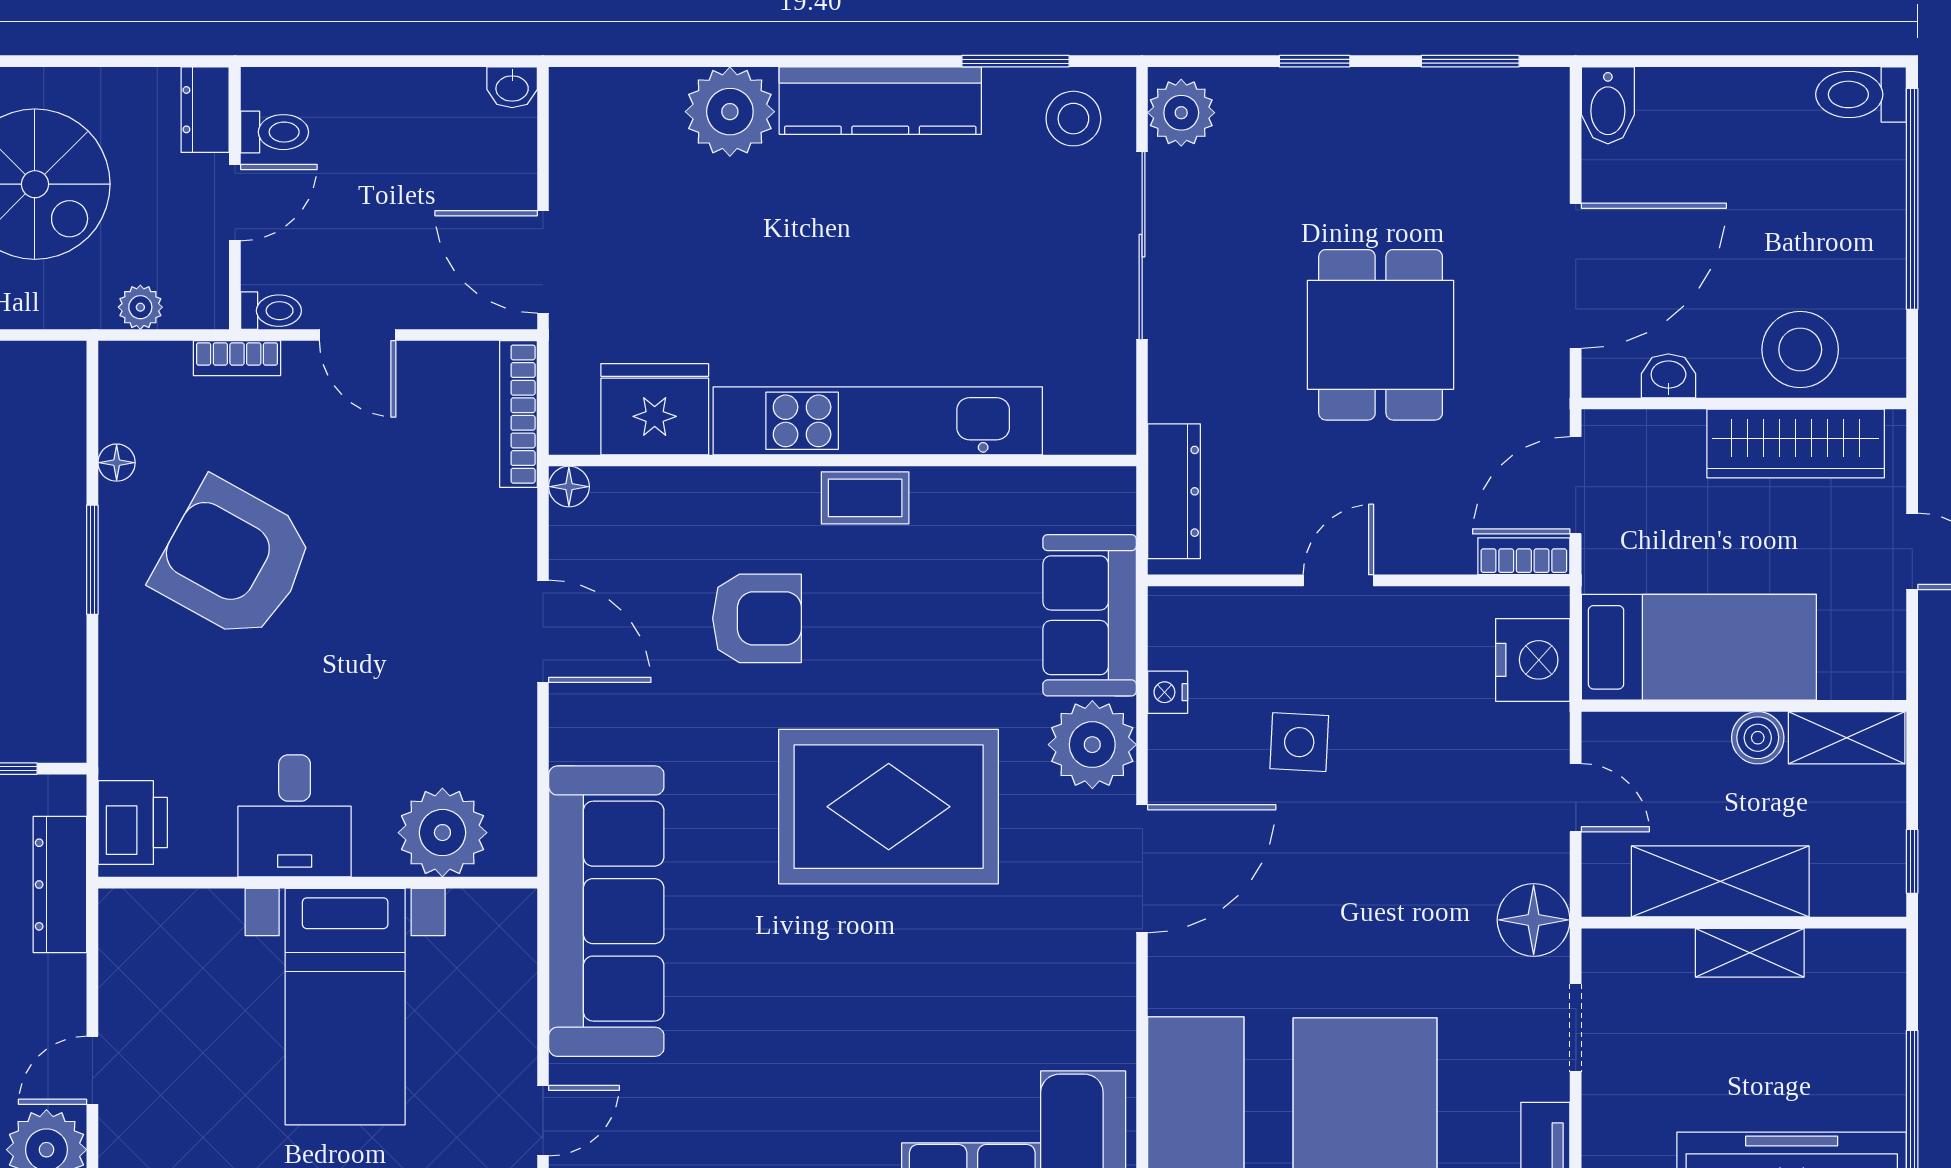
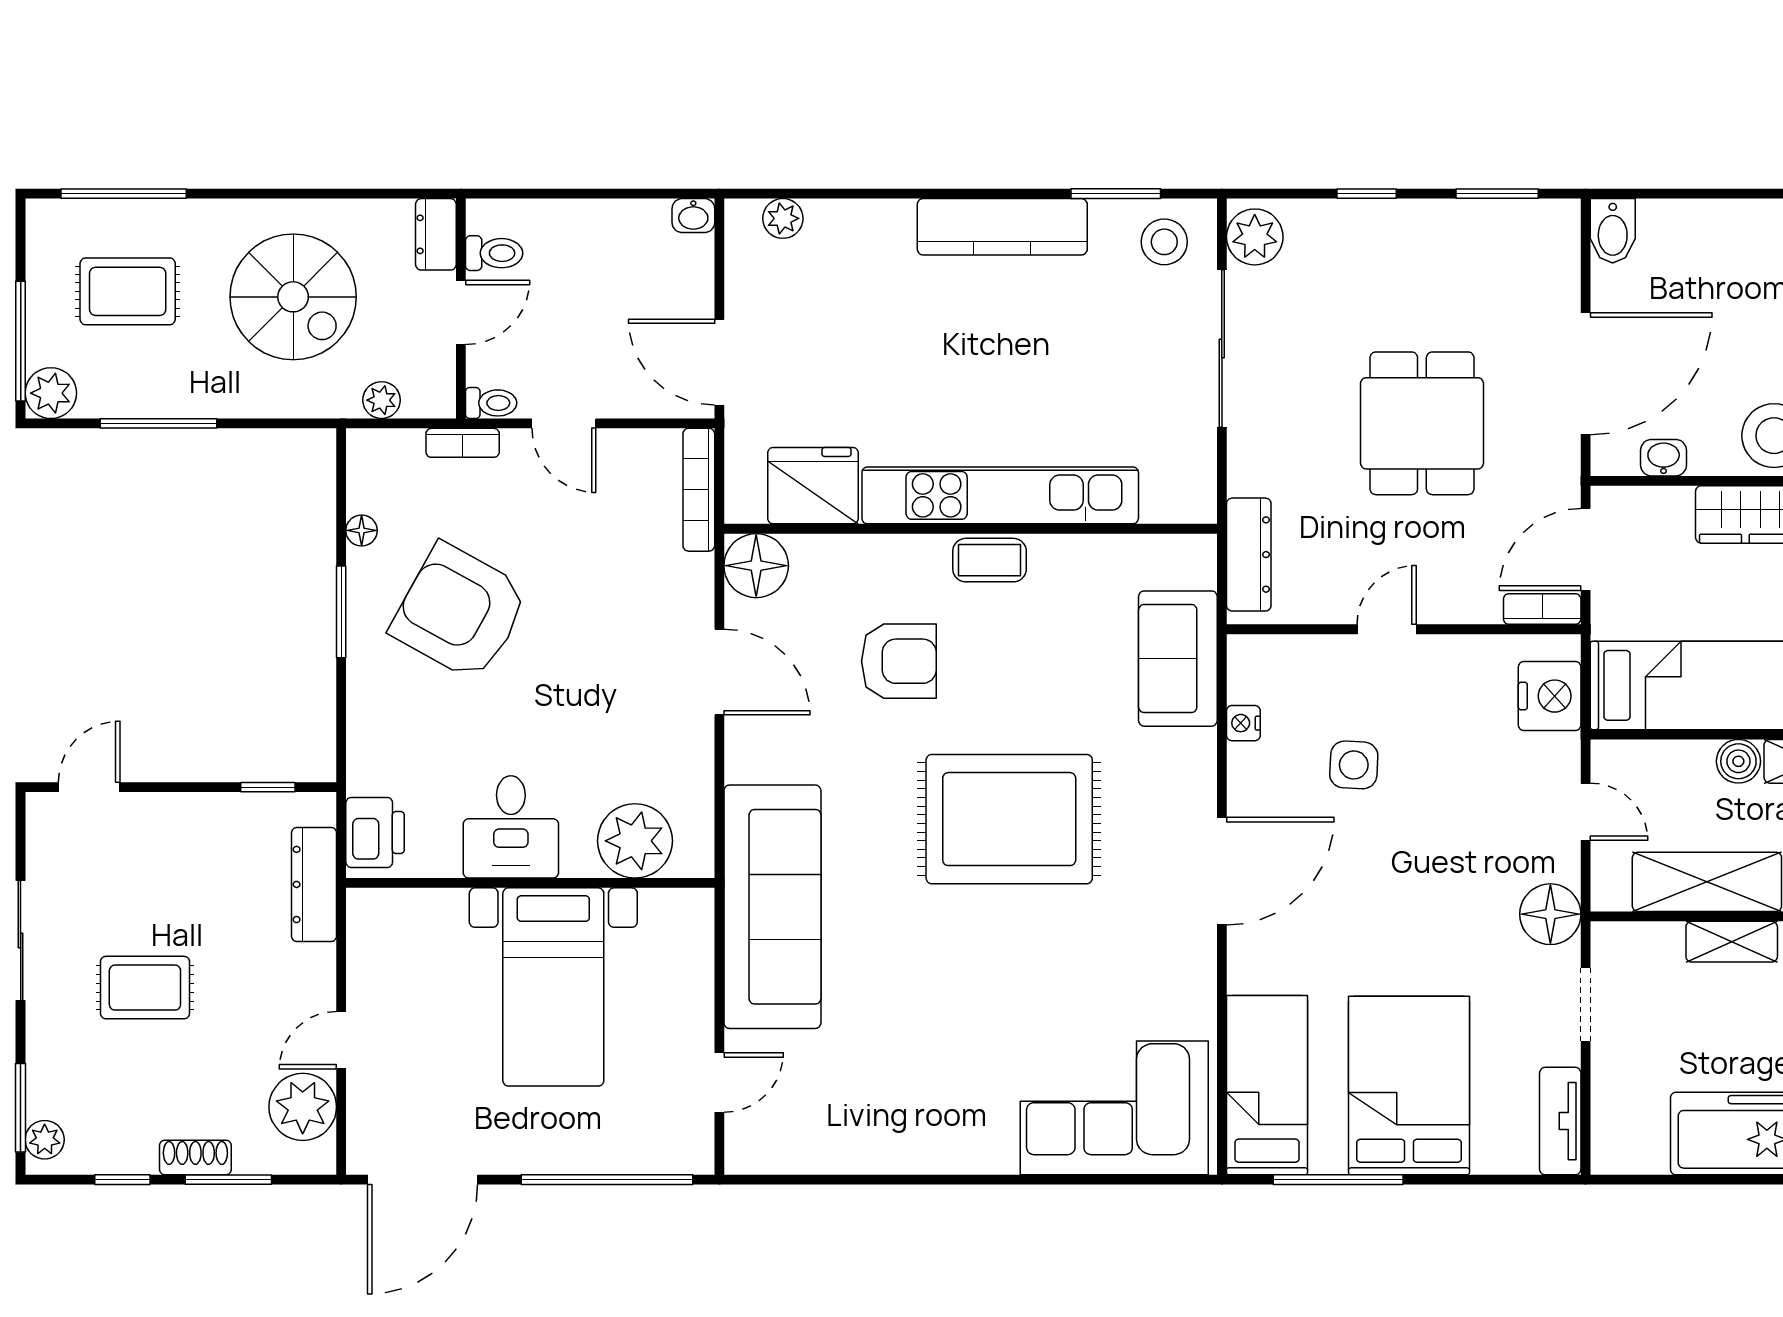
plant: (730, 112) -> (783, 218), moved, width x0.53, depth x0.53
floor lamp: (569, 487) -> (756, 566), width x1.89, depth x1.89
plant: (1092, 745) -> (1180, 767), removed

